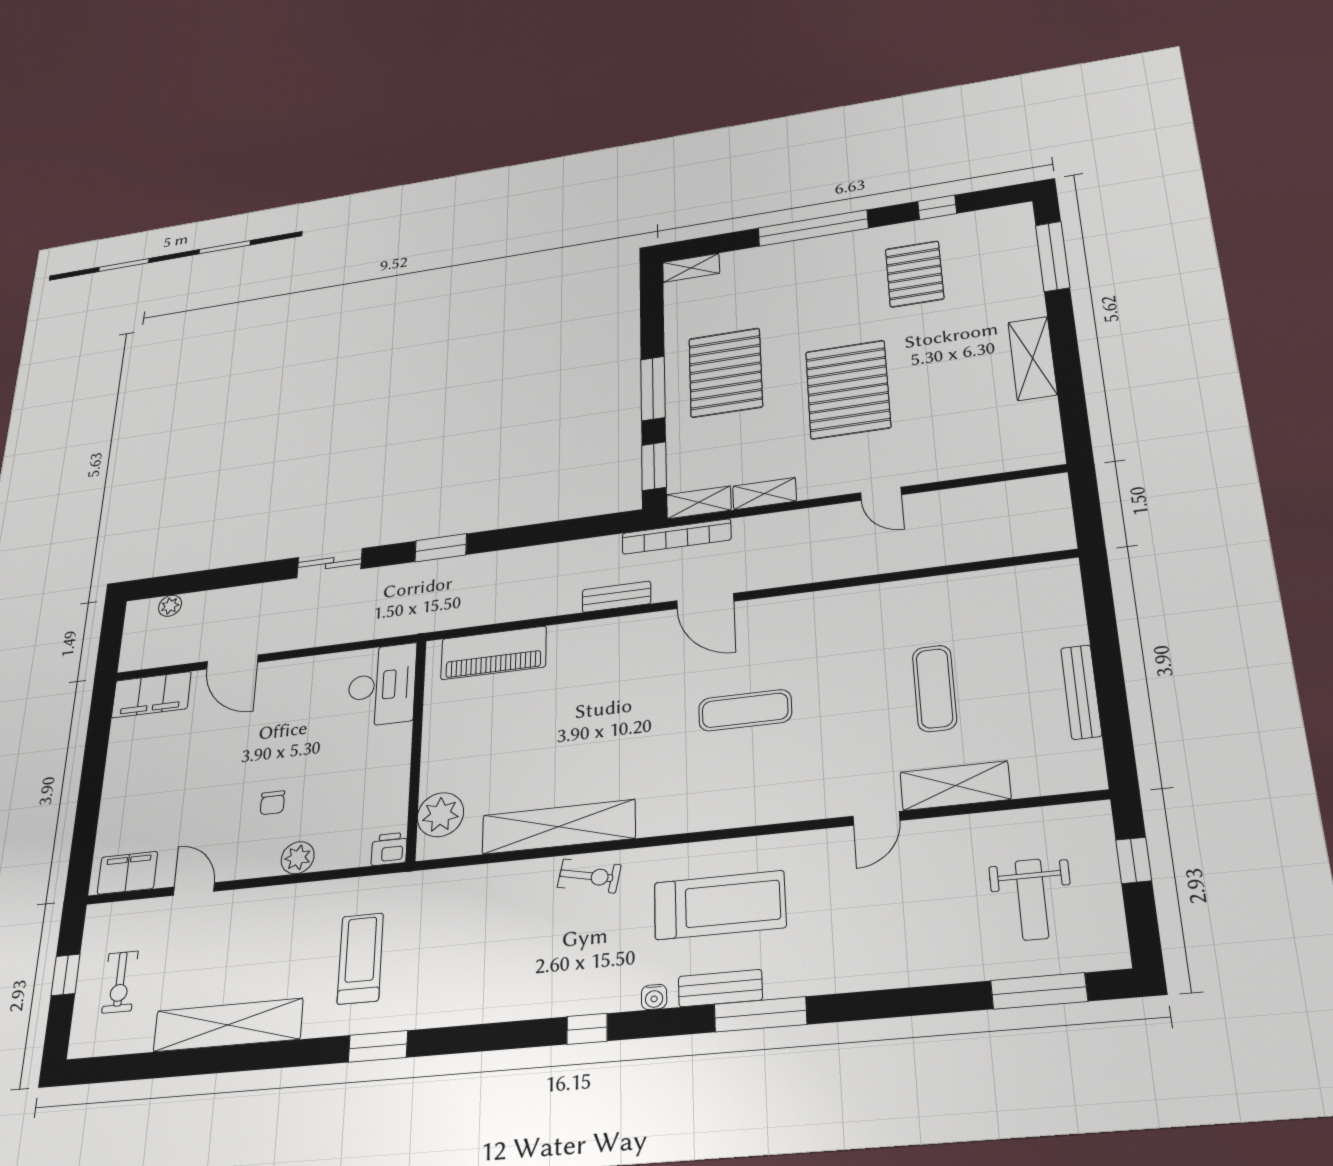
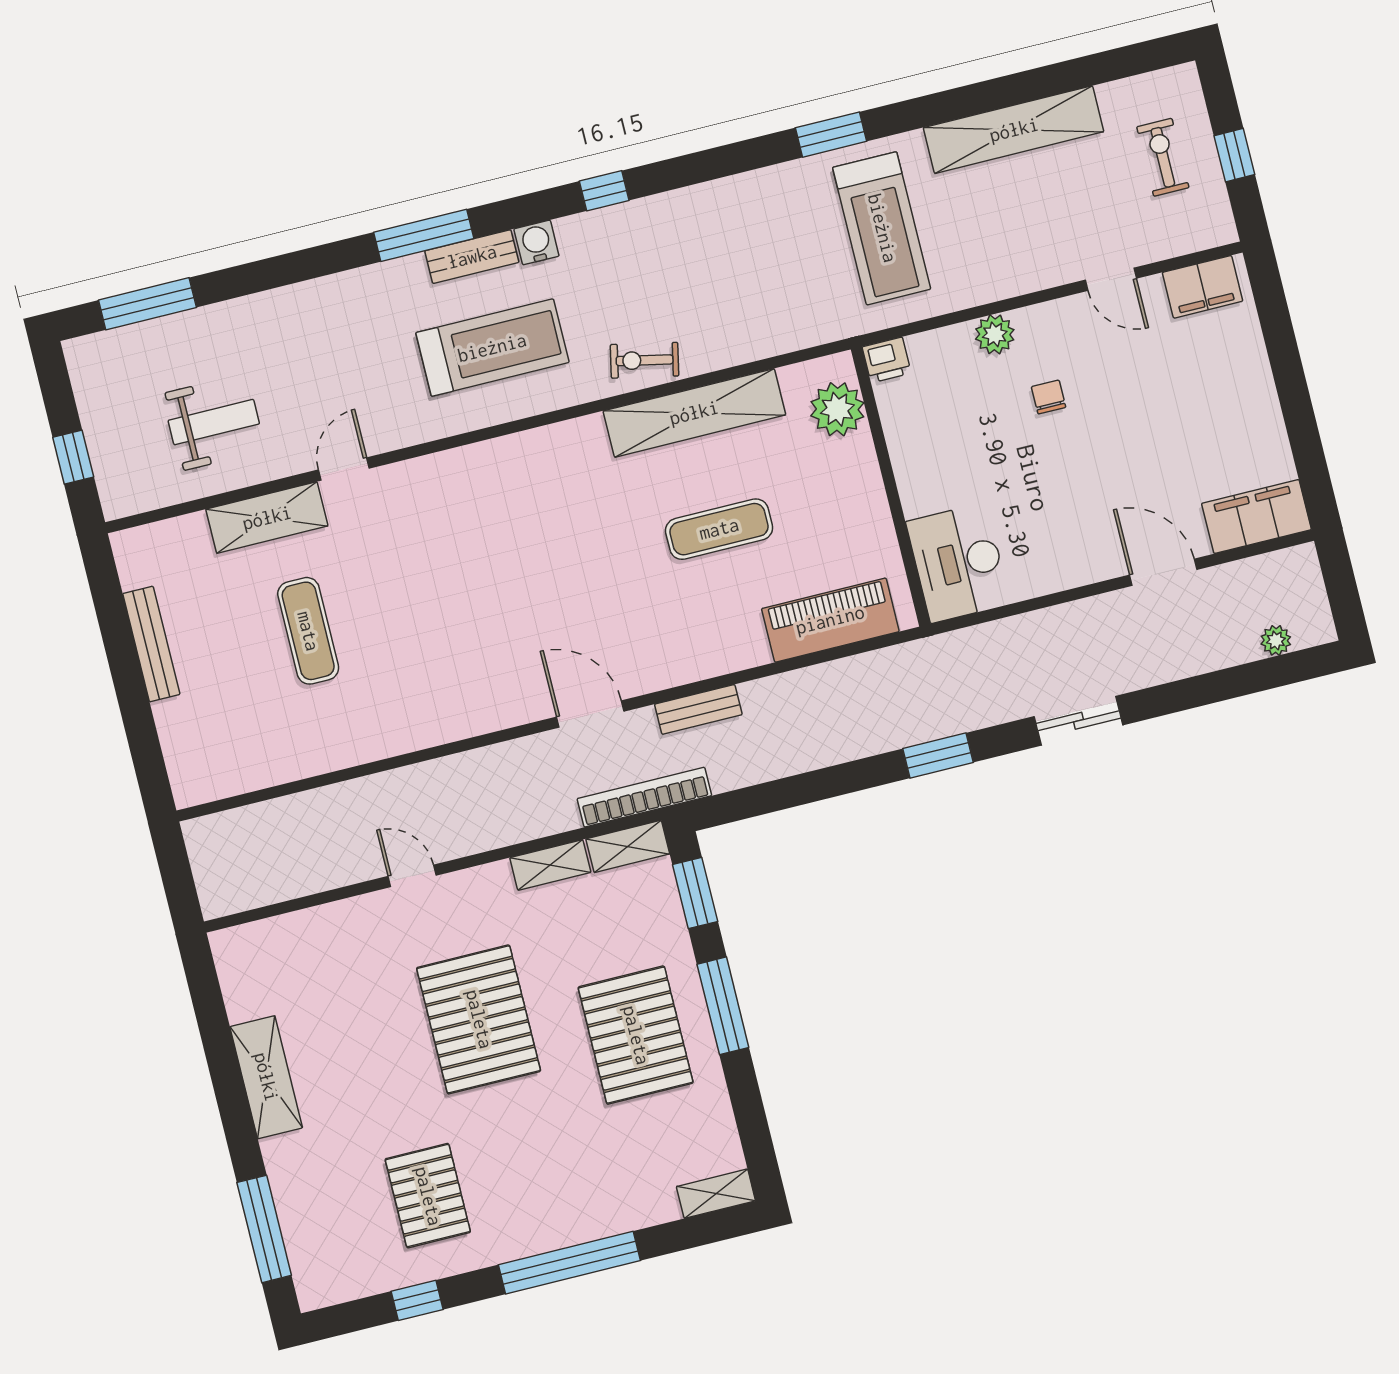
exercise mat: (745, 710) -> (719, 529), moved
weight bench: (1032, 899) -> (214, 422), moved, turned 90
treadmill: (720, 905) -> (492, 348), turned 180
treadmill: (360, 958) -> (882, 228), width x1.37, depth x1.38
water cooler: (654, 997) -> (536, 242), width x1.38, depth x1.38

